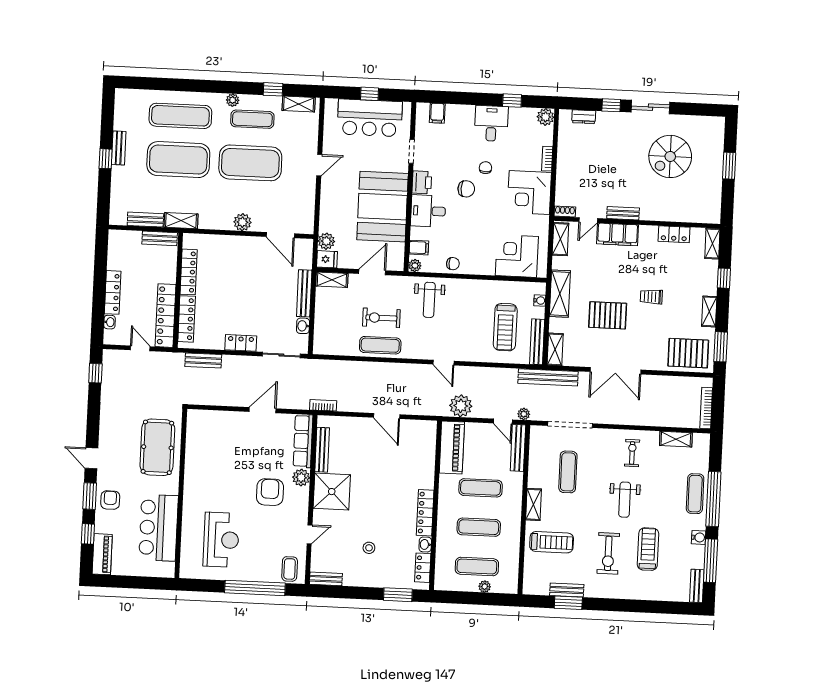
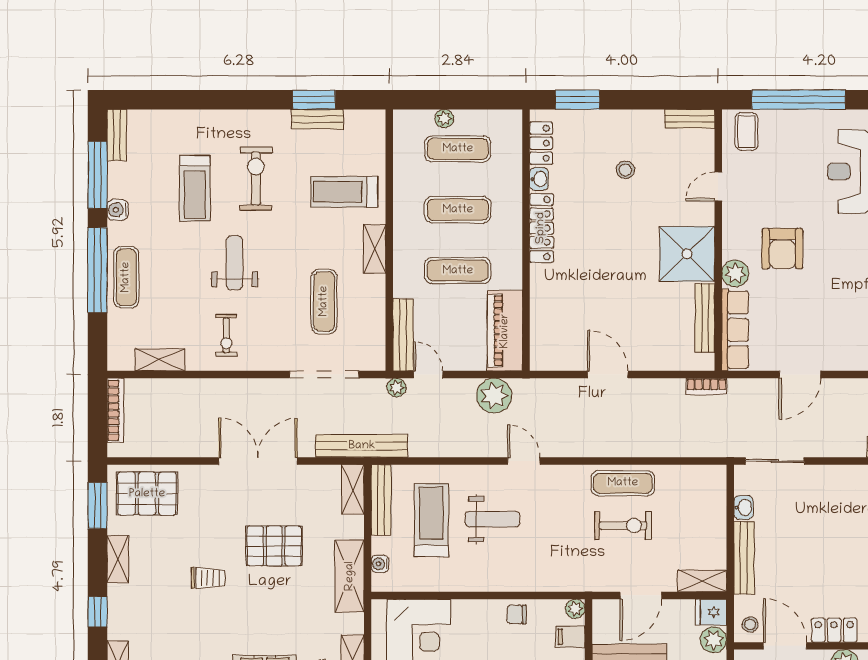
stool: (302, 250) -> (750, 625), added
weight bench: (429, 300) -> (492, 519), moved, turned 90
locker: (241, 343) -> (834, 630), moved, turned 180

